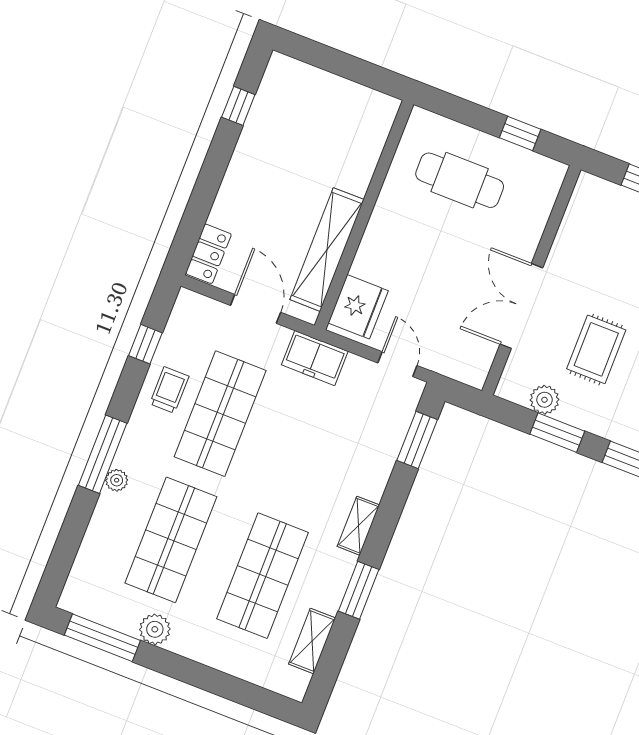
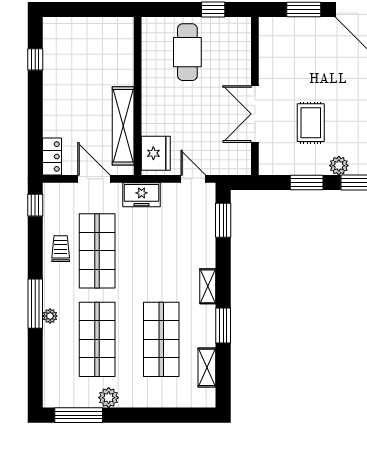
cafe table: (460, 180) -> (187, 52), turned 90
window: (145, 344) -> (35, 205), moved
plant: (544, 400) -> (339, 166), moved

